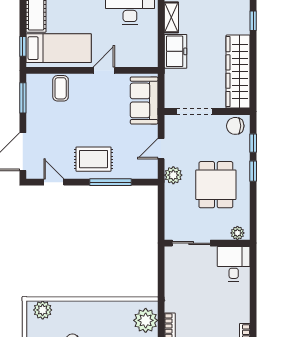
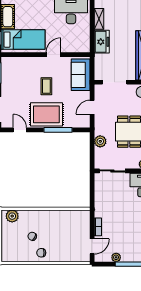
coffee table: (61, 88) -> (46, 86), moved
rug: (94, 159) -> (46, 114), width x1.36, depth x1.43
plant: (173, 175) -> (100, 141), moved
plant: (146, 320) -> (82, 223), removed

